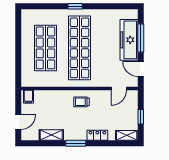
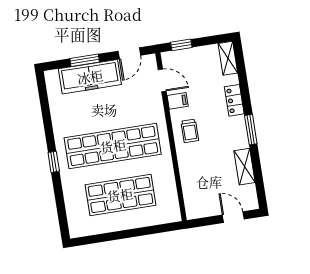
window: (141, 38) -> (85, 60), width x0.69
filing cabinet: (28, 97) -> (178, 101), moved
window: (141, 117) -> (181, 45), moved

